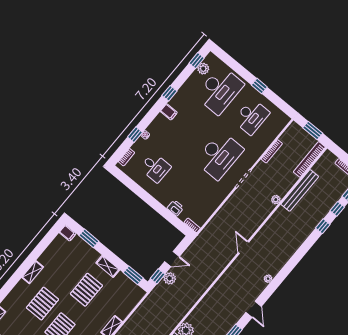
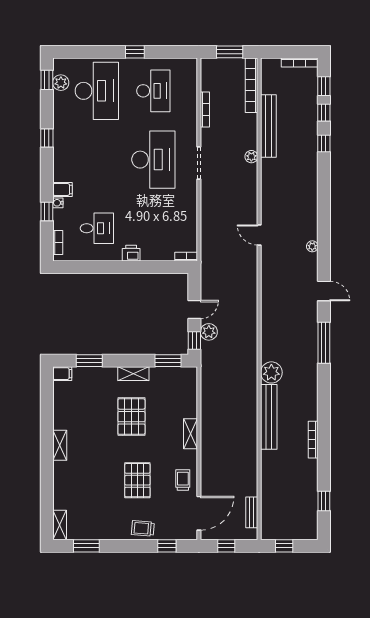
filing cabinet: (169, 112) -> (62, 189), moved
printer: (175, 208) -> (131, 253), moved
pallet: (43, 304) -> (98, 470), removed

